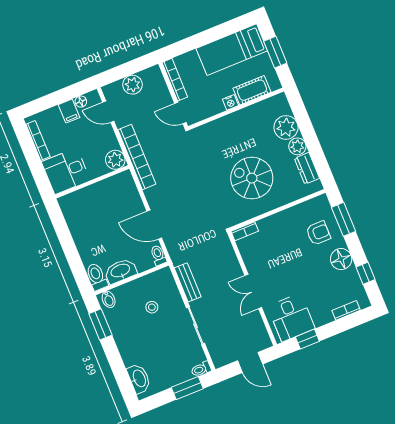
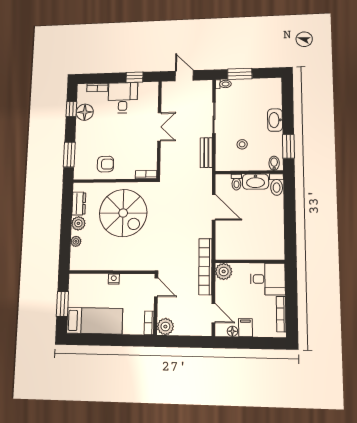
bookcase: (175, 80) -> (149, 323), width x0.64
plant: (132, 85) -> (165, 327), moved
cot: (252, 90) -> (93, 282), removed
plant: (286, 127) -> (76, 241), width x0.53, depth x0.53
spiral stairs: (252, 178) -> (123, 213), width x1.37, depth x1.37
armchair: (318, 233) -> (105, 164), moved, turned 180
toilet: (158, 255) -> (236, 182), moved
floor lamp: (341, 259) -> (85, 112), moved
desk: (291, 317) -> (123, 98), moved
washbasin: (139, 379) -> (275, 120), moved

